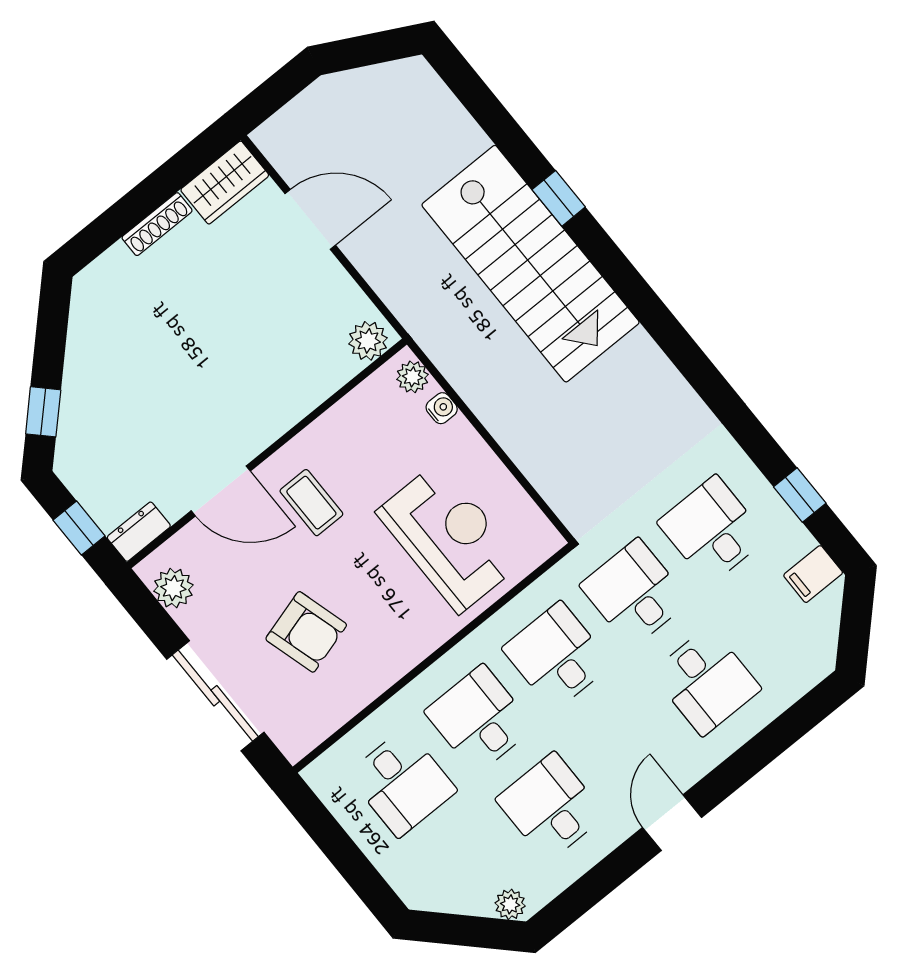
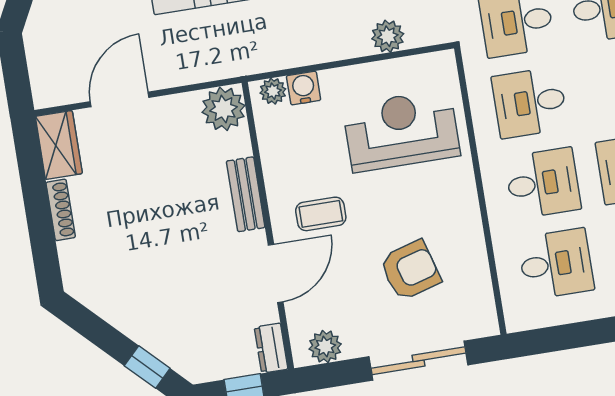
plant: (368, 341) -> (224, 109), width x1.36, depth x1.36
water cooler: (442, 408) -> (304, 88), width x1.38, depth x1.38
bench: (286, 411) -> (246, 194), added
plant: (541, 465) -> (388, 36), added
desk: (479, 719) -> (543, 183), turned 180

